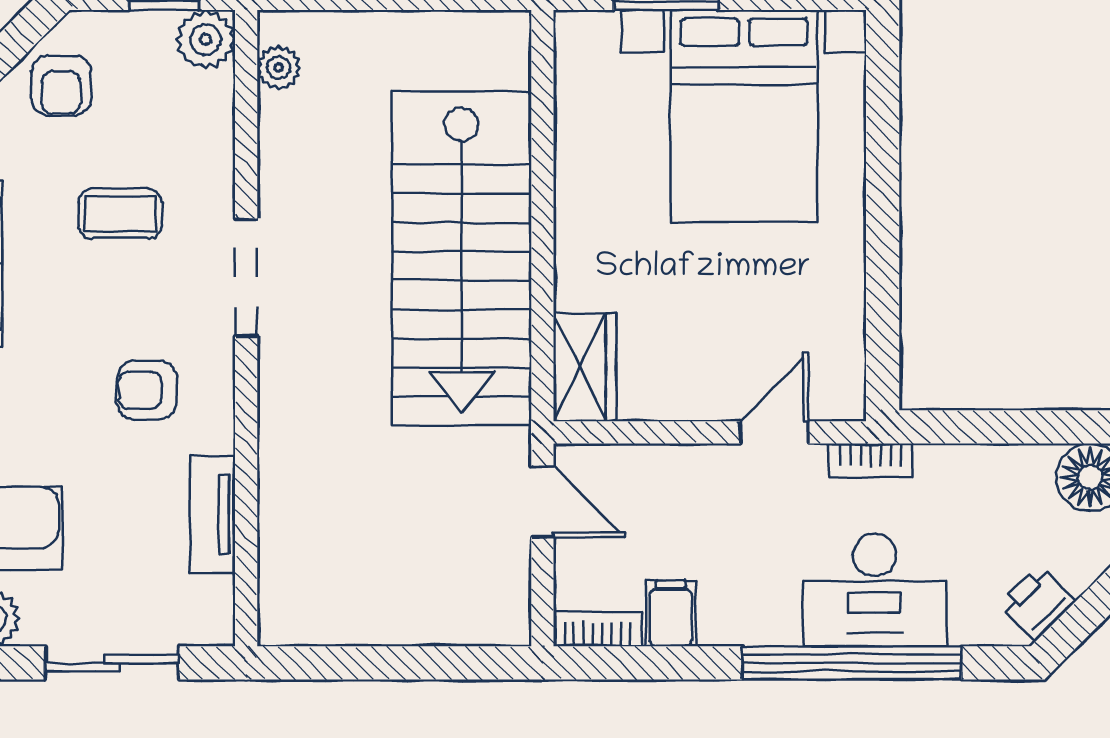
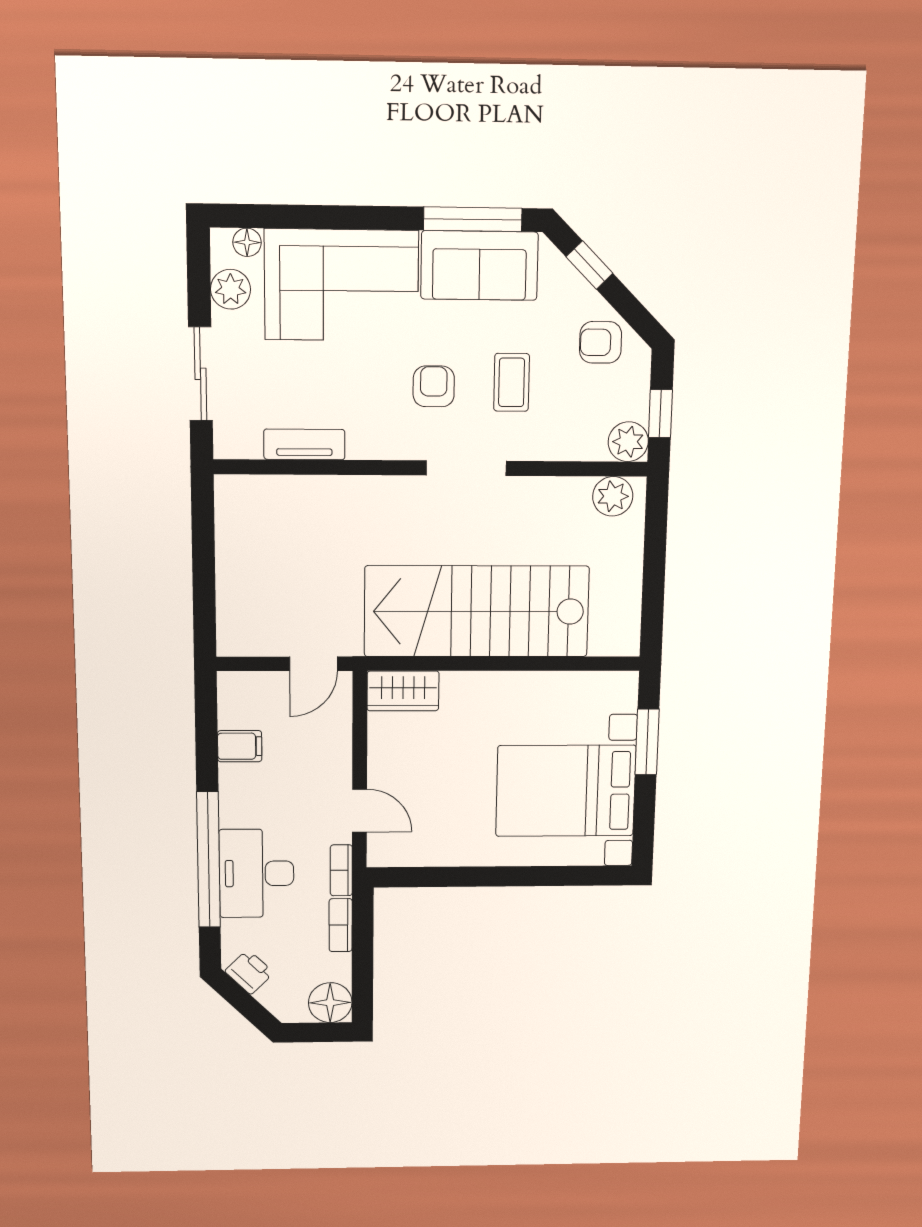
plant: (279, 68) -> (613, 496), width x1.38, depth x1.38
armchair: (147, 390) -> (434, 386), moved
bookcase: (597, 629) -> (341, 925), moved, turned 180

